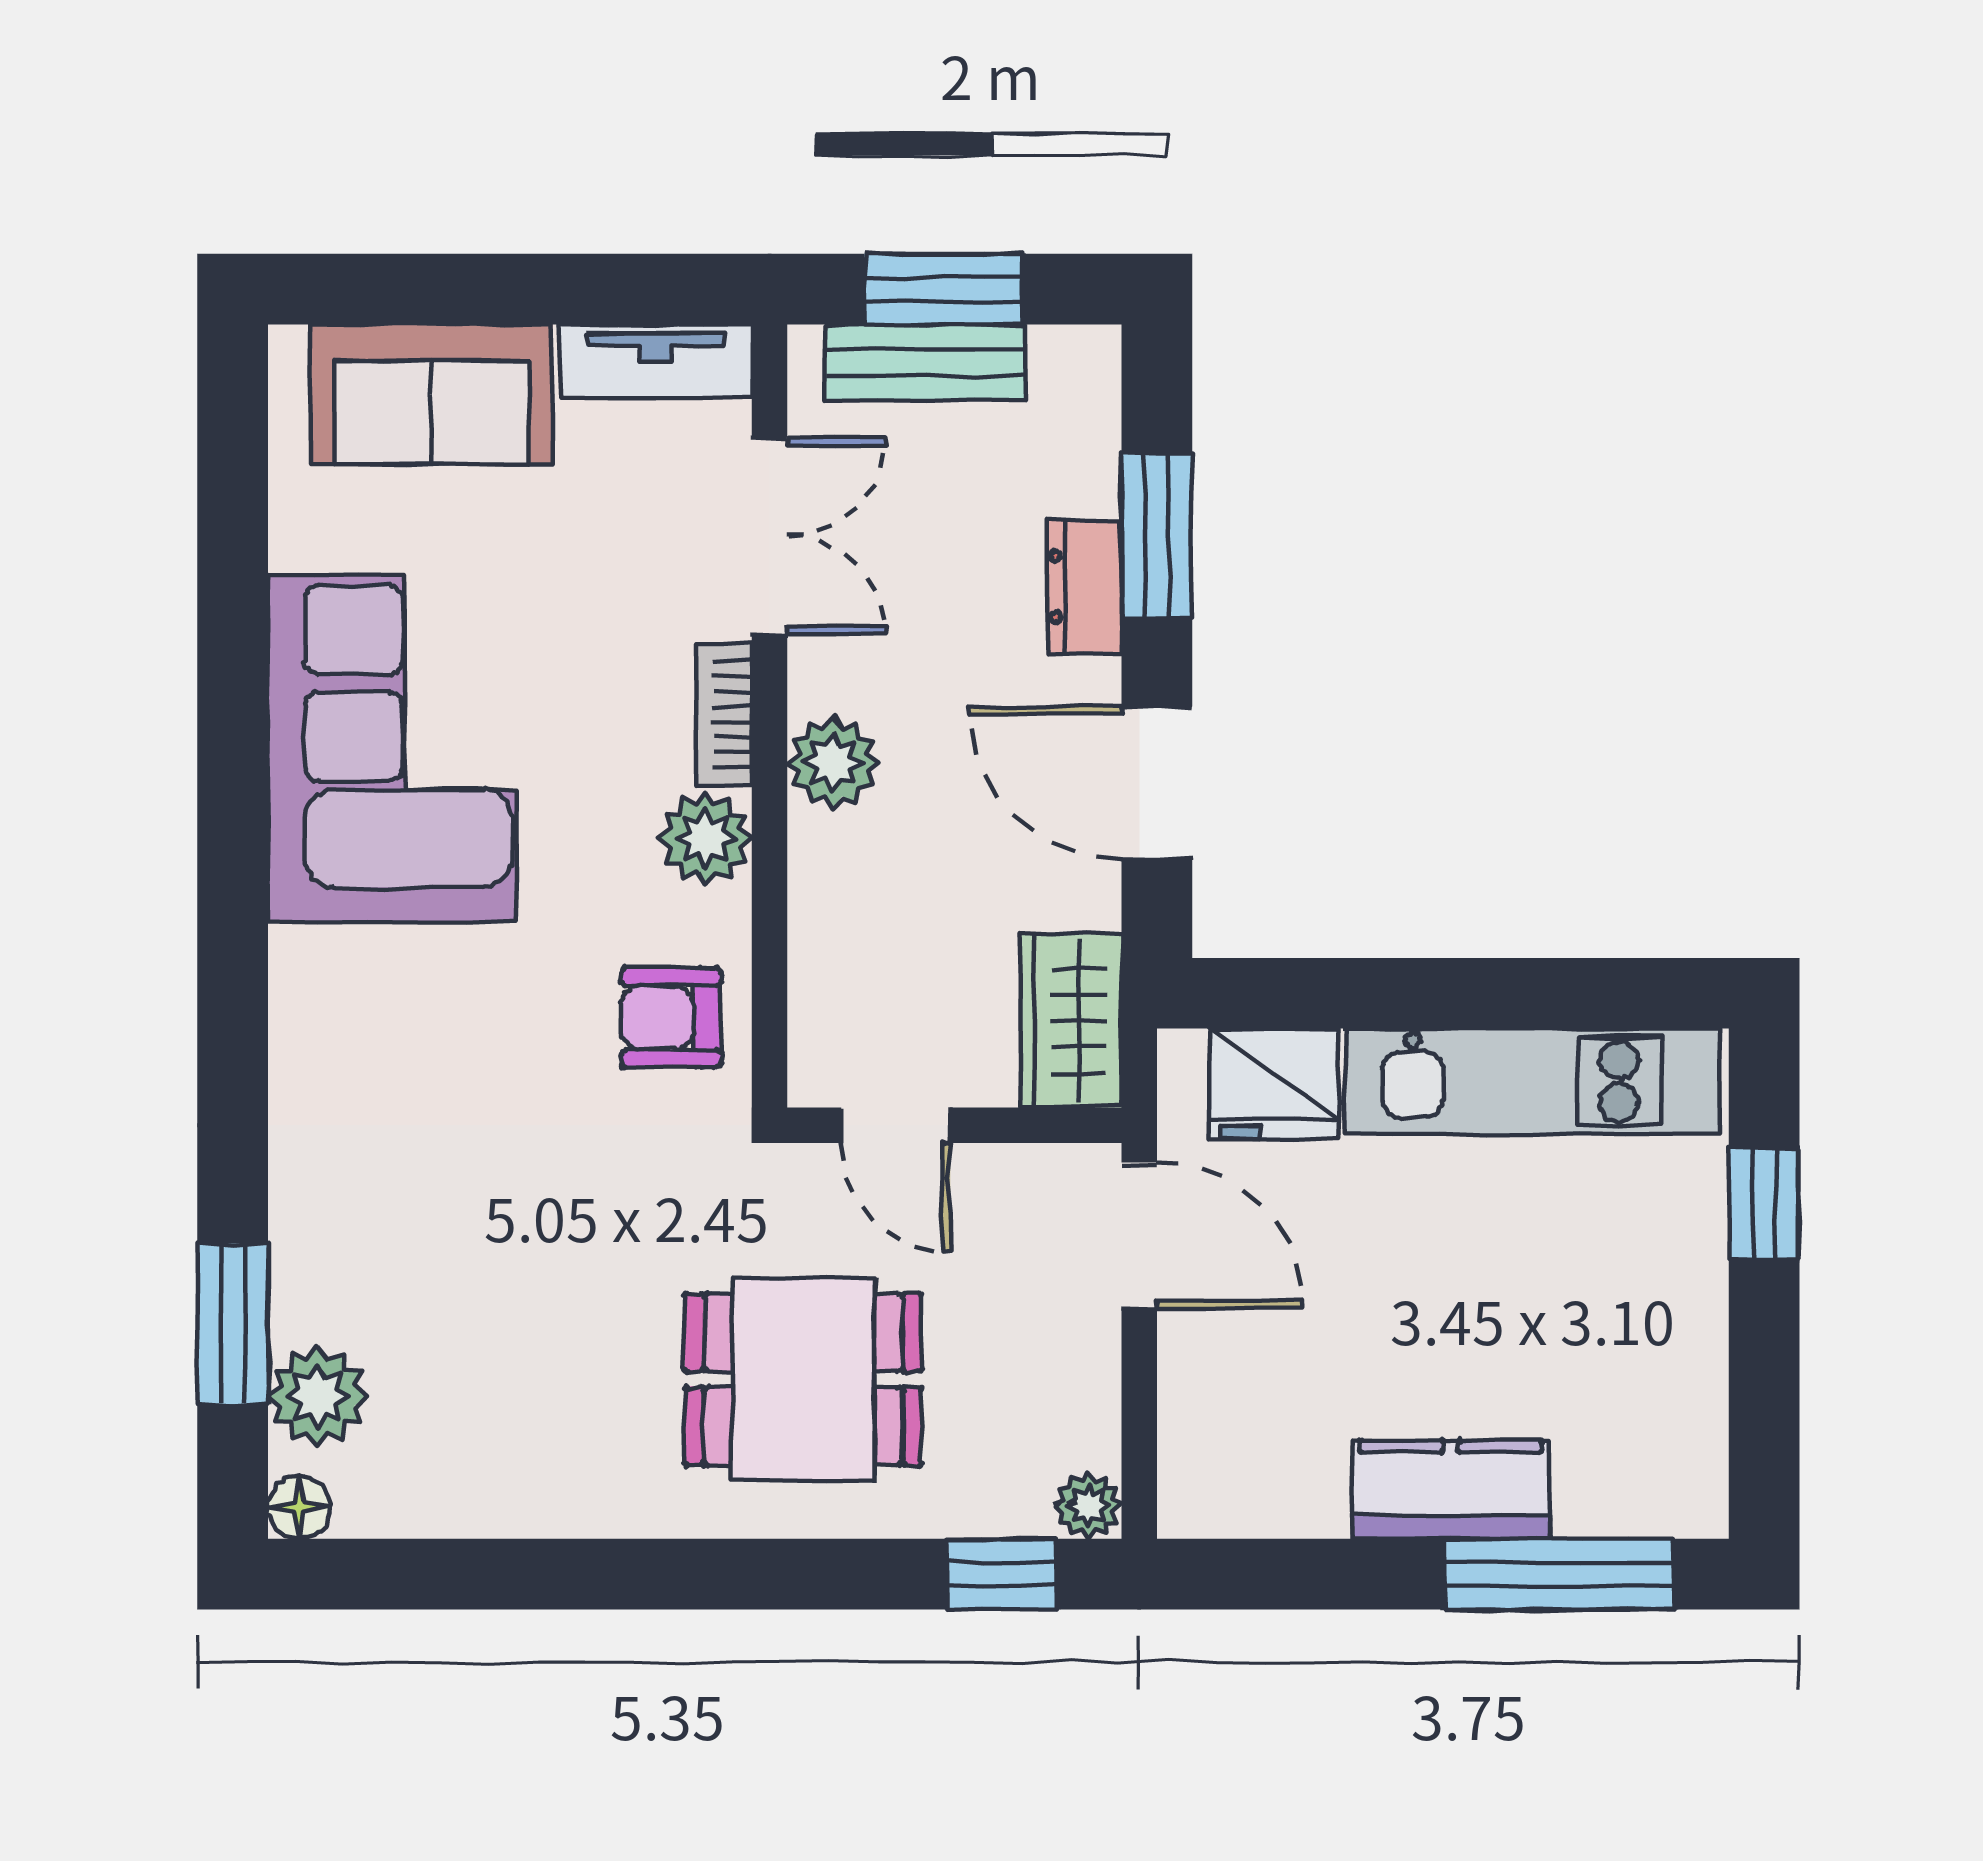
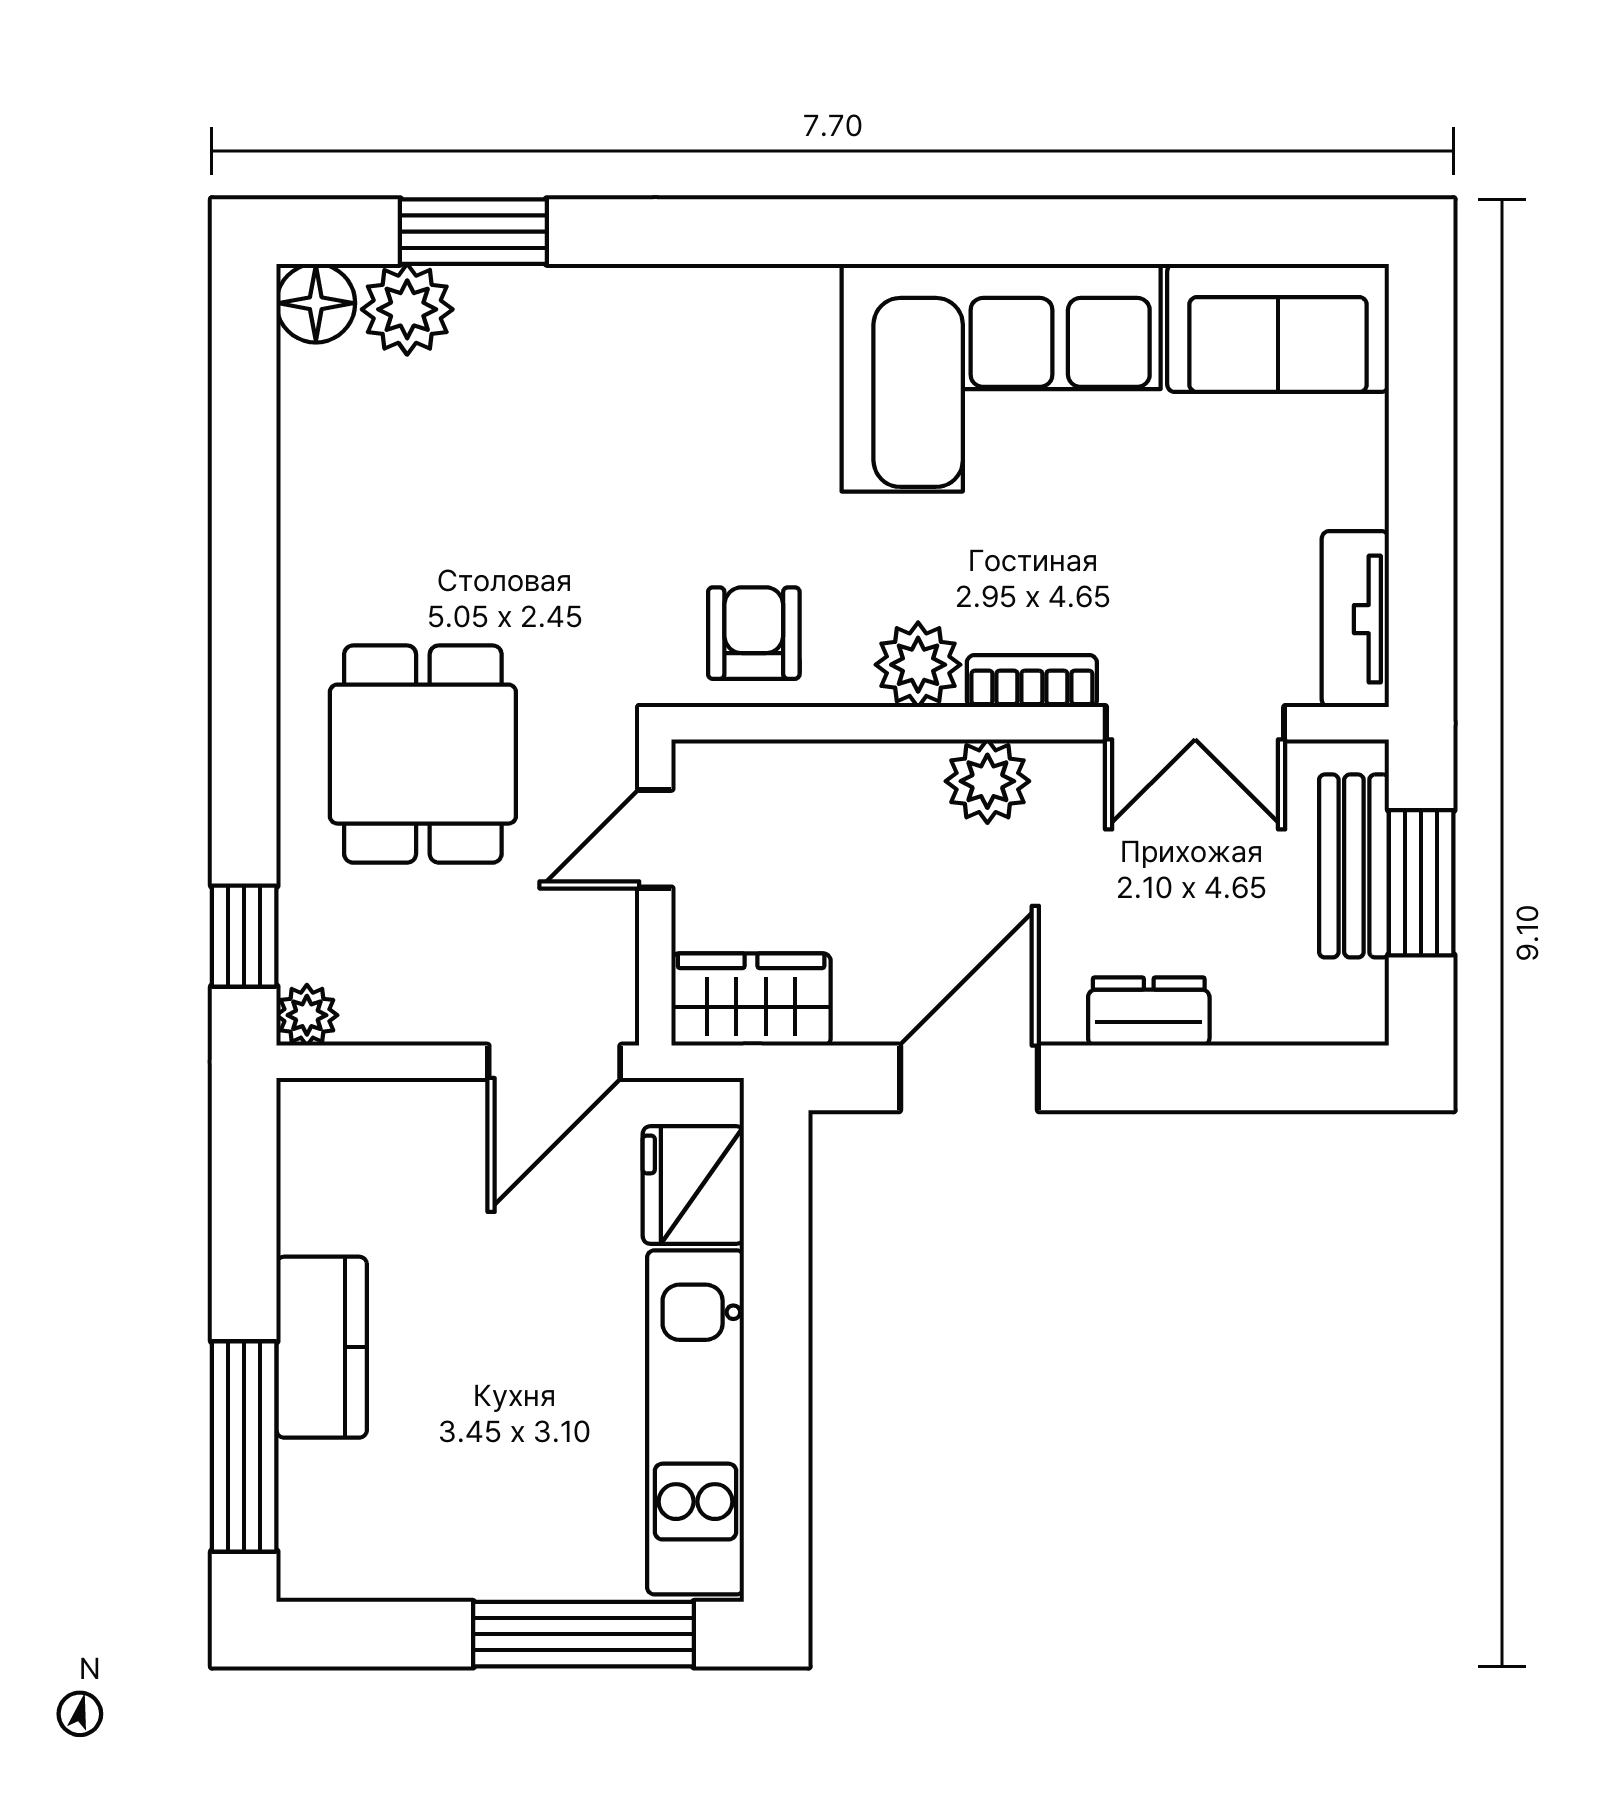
sofa: (432, 394) -> (1278, 328), moved, turned -90
window: (1157, 536) -> (1195, 1078), removed
window: (1764, 1204) -> (584, 1634), width x2.17
floor lamp: (299, 1508) -> (316, 303), width x1.37, depth x1.37

